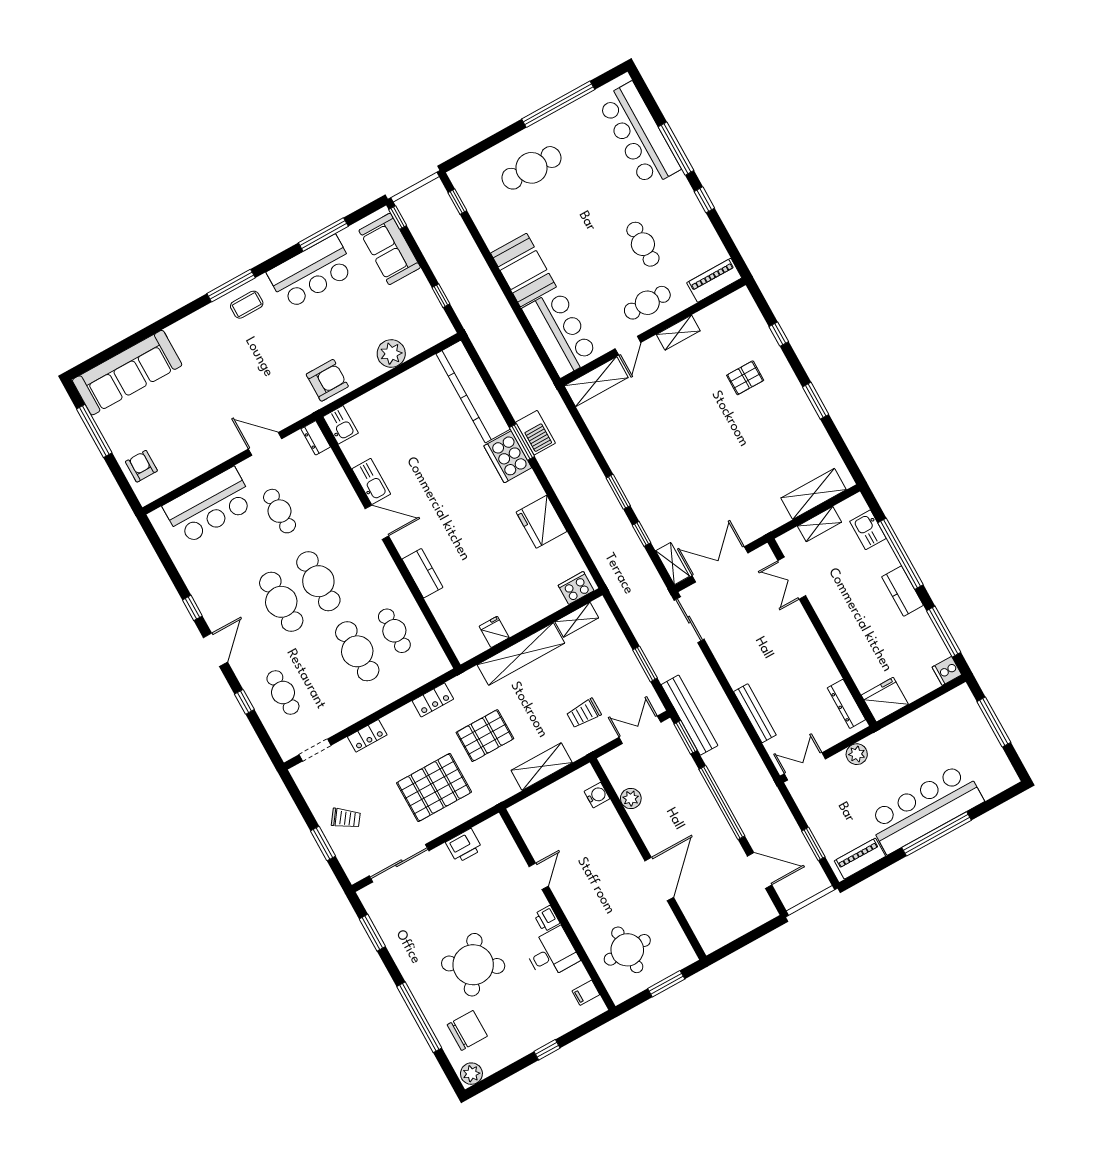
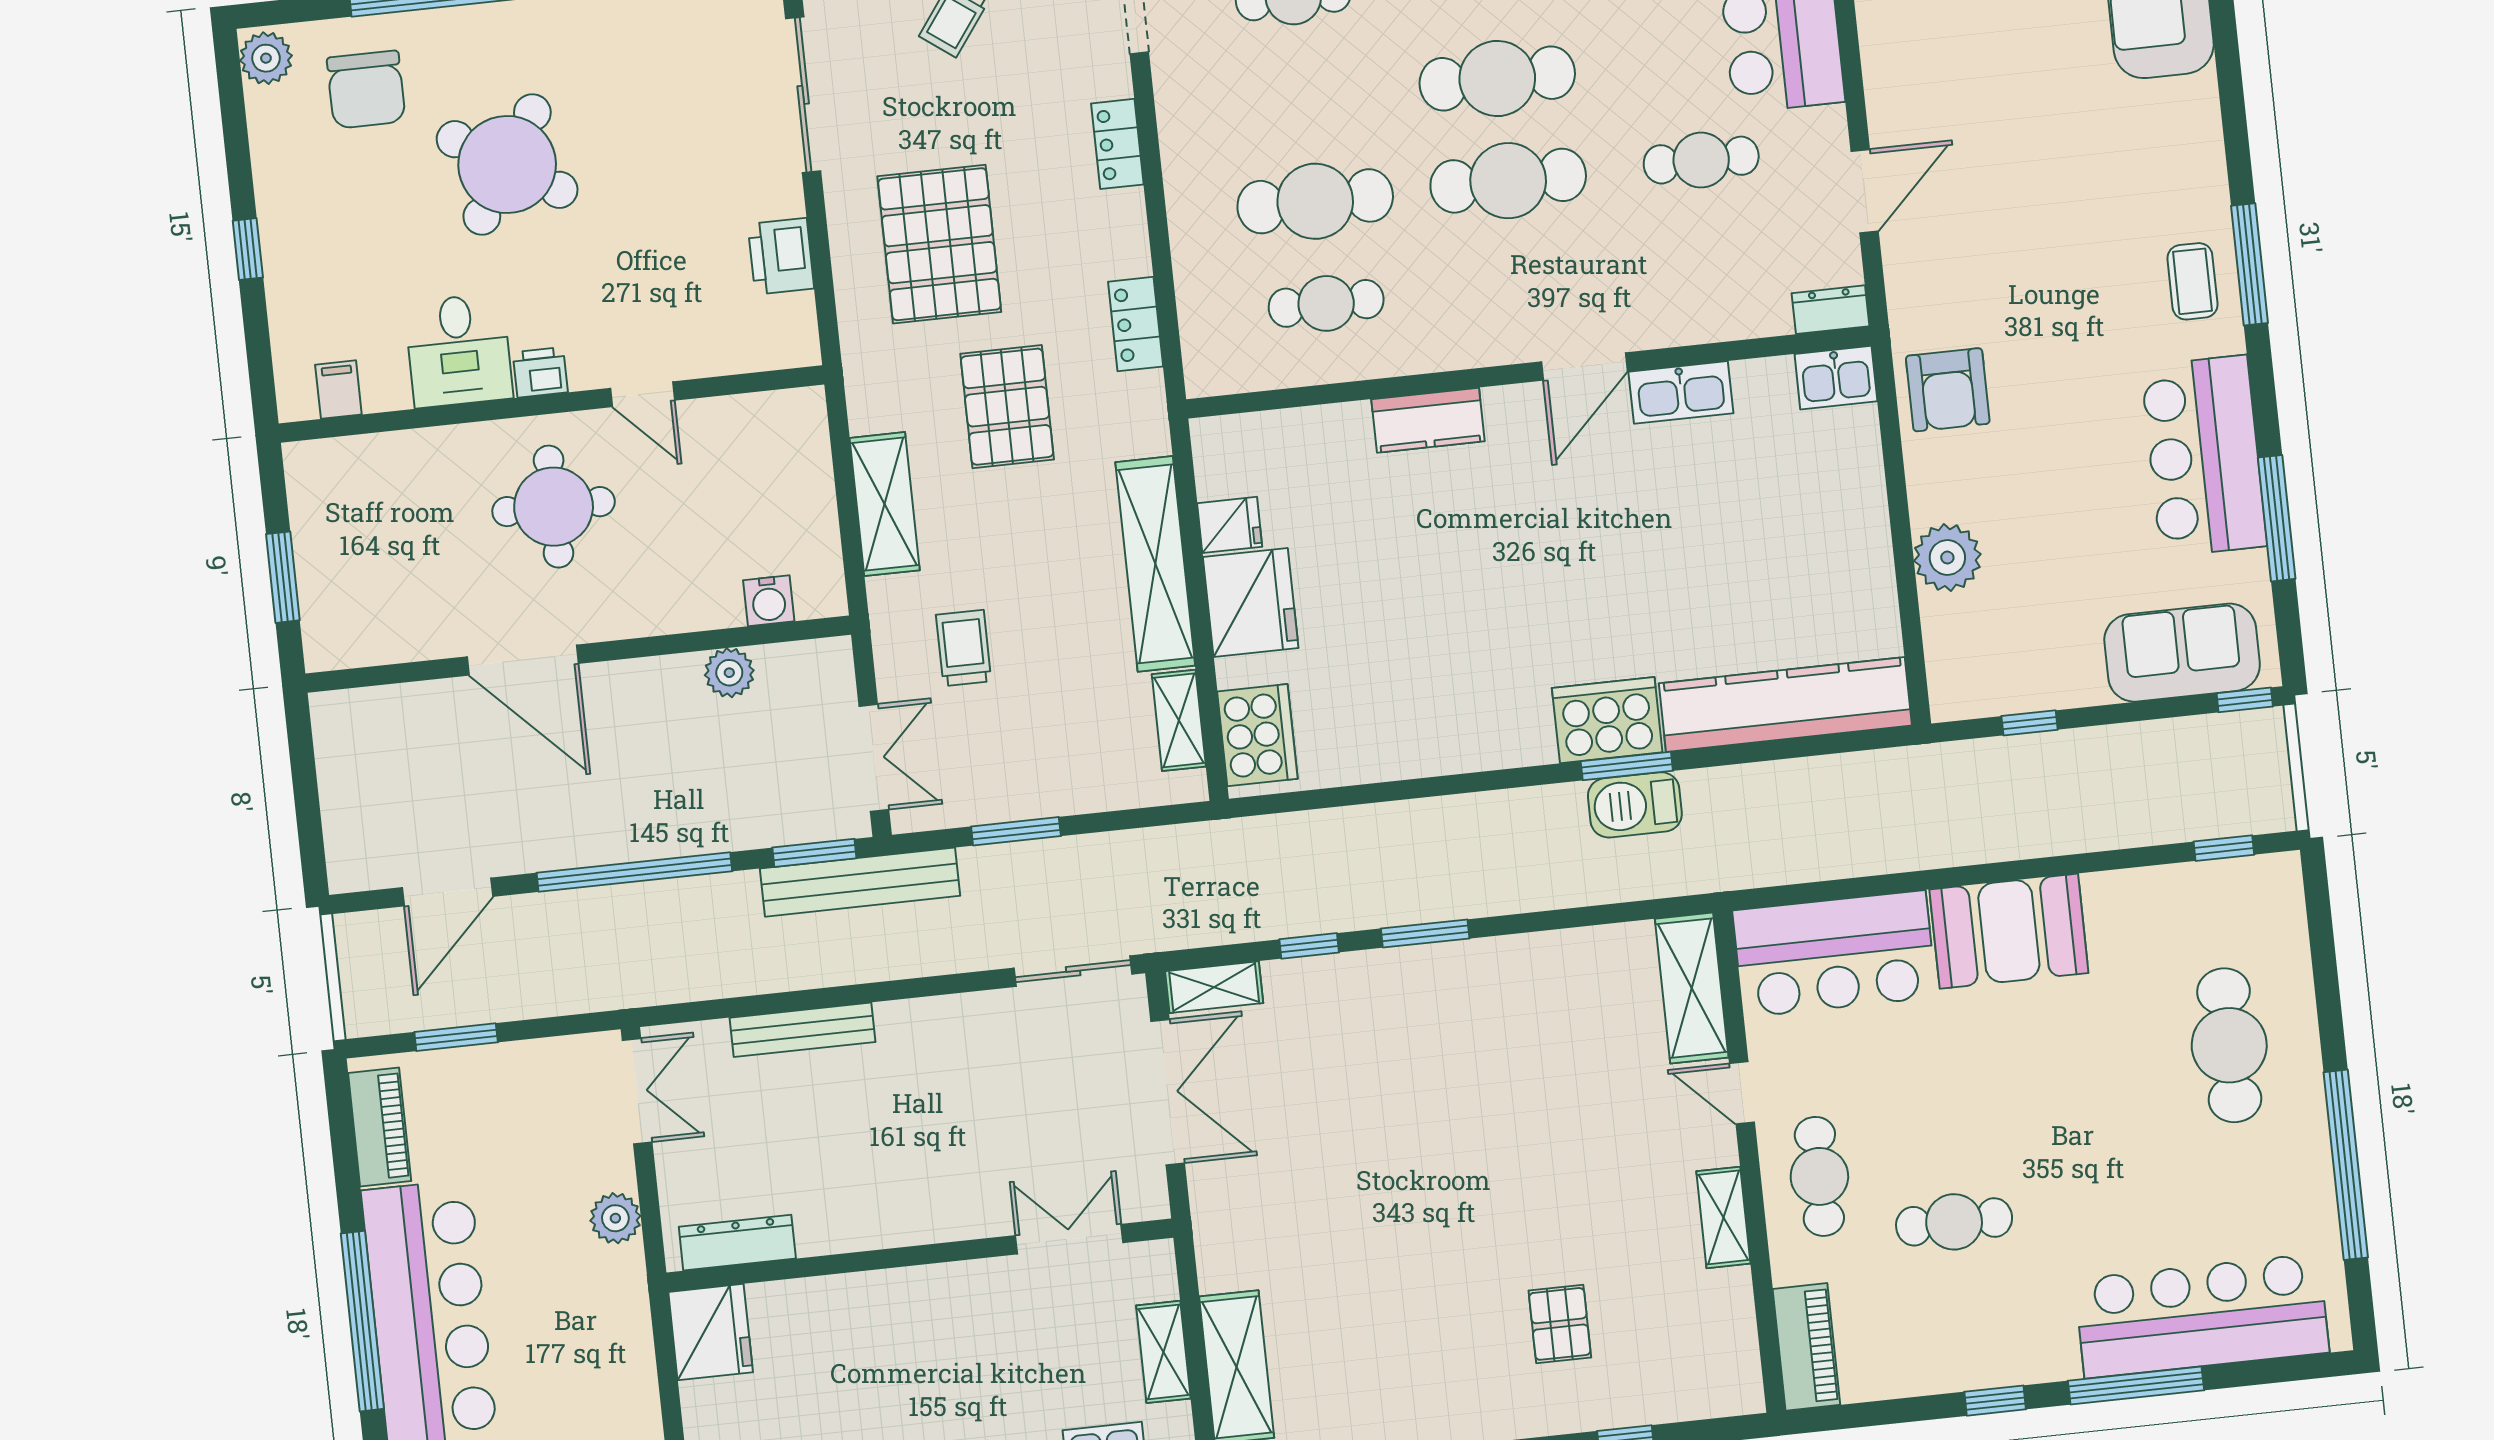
fridge: (542, 522) -> (1251, 603), moved, turned 90
cooker: (576, 588) -> (1257, 735), width x1.37, depth x1.31
round table: (627, 950) -> (554, 507), moved

